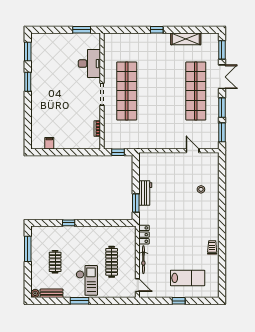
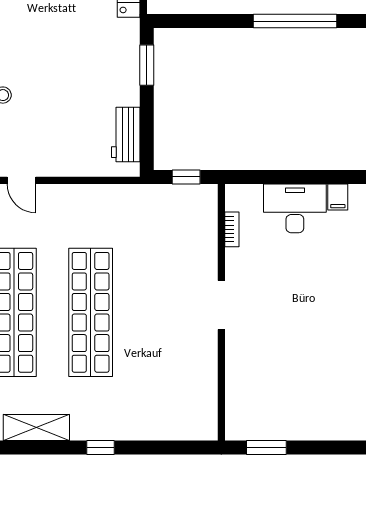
desk: (89, 64) -> (295, 208), moved, turned 90
shop shelf: (127, 91) -> (91, 312), moved
workbench: (145, 193) -> (126, 135), moved
window: (69, 223) -> (295, 21), width x3.17

